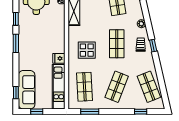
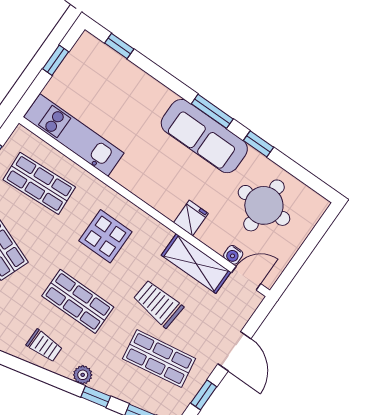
trolley: (97, 15) -> (158, 304), added
window: (153, 46) -> (96, 397), moved
fridge: (59, 58) -> (191, 218), moved
sofa: (27, 90) -> (204, 136), moved

